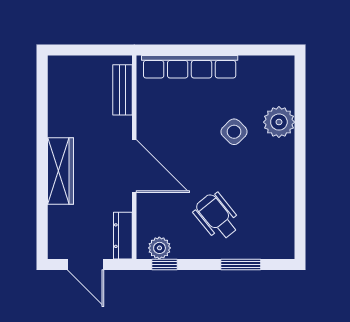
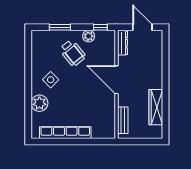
row of seats: (190, 67) -> (65, 133), moved
side table: (234, 132) -> (51, 80), moved
wardrobe: (60, 171) -> (156, 107), moved
plant: (159, 248) -> (89, 36), moved

